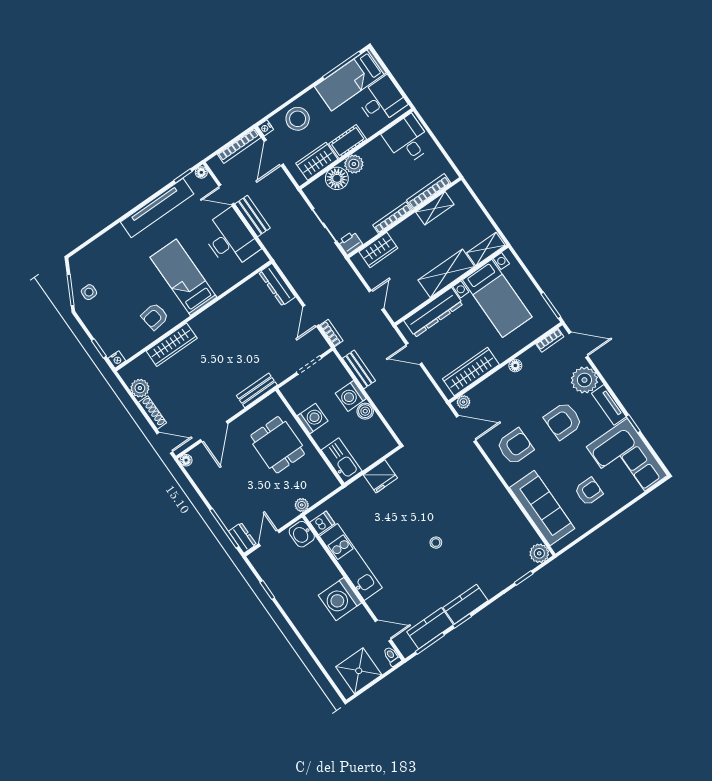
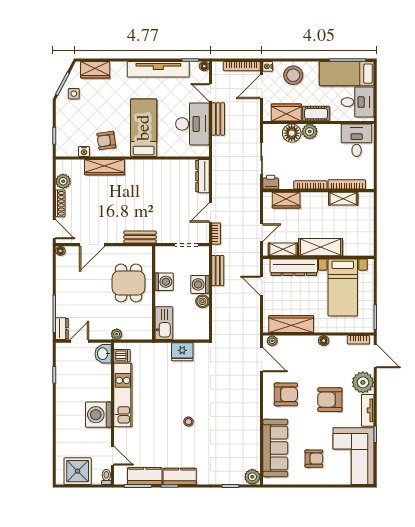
shelving: (486, 249) -> (283, 249), moved
wardrobe: (94, 253) -> (95, 70), added
nightstand: (117, 359) -> (84, 151), moved

